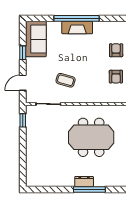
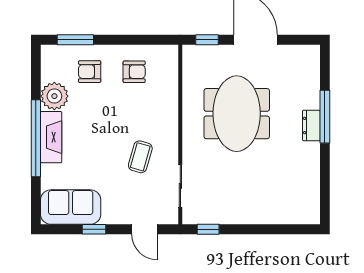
plant: (102, 29) -> (54, 96), added

